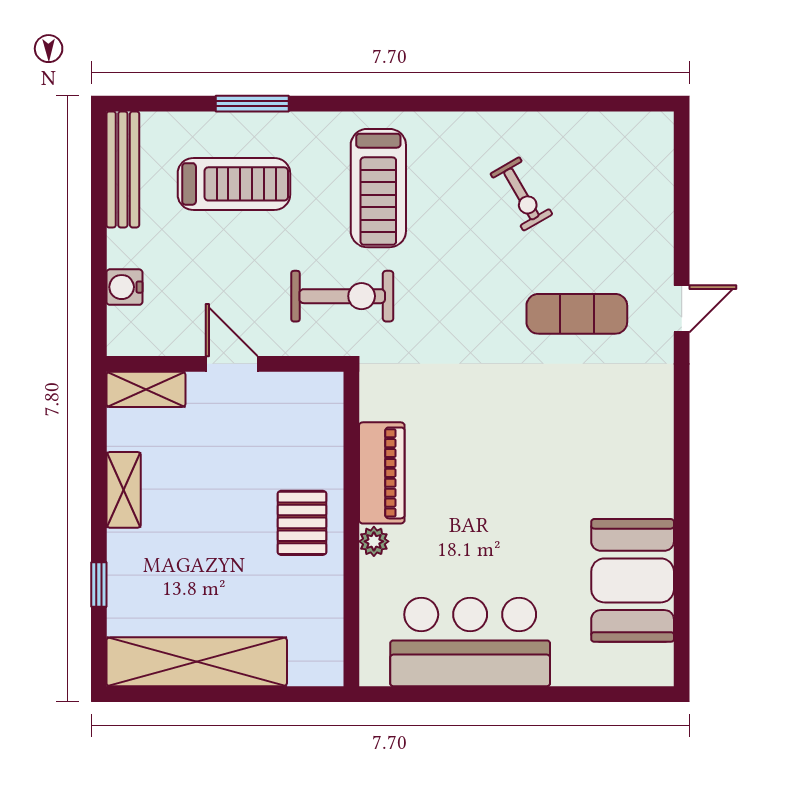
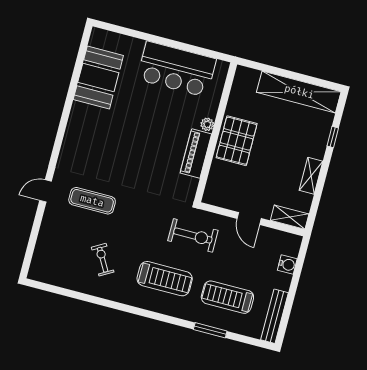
treadmill: (378, 188) -> (165, 279), turned 90
exercise bike: (342, 296) -> (193, 235), turned 180
pallet: (302, 523) -> (237, 141), width x1.50, depth x1.42

